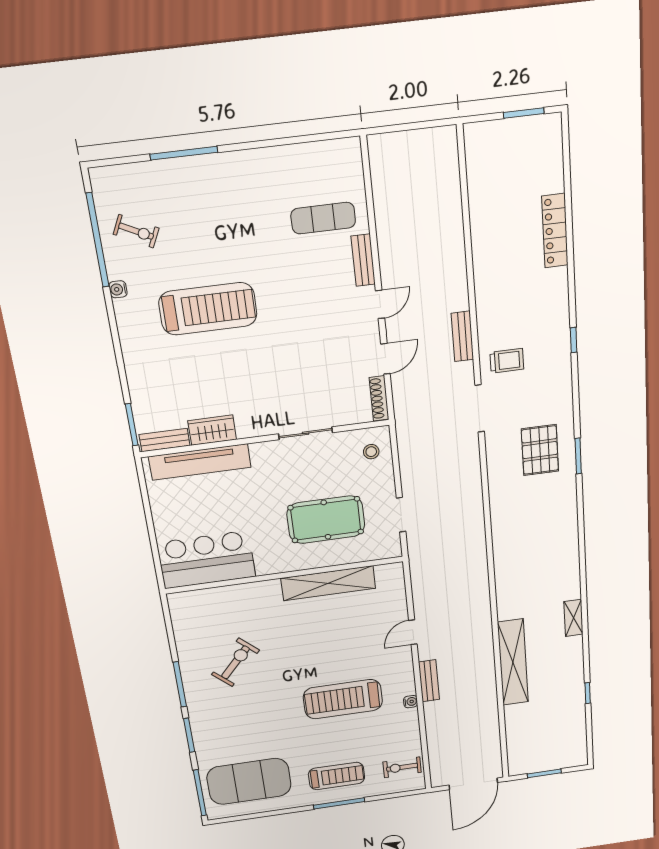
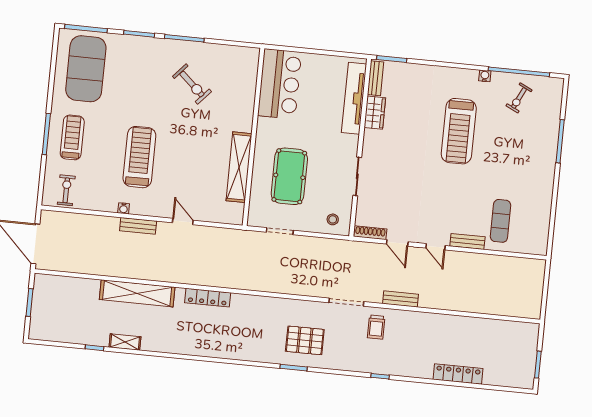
locker: (504, 581) -> (208, 298), added
shelving: (573, 618) -> (125, 342), moved
treadmill: (337, 776) -> (72, 137), turned 180

